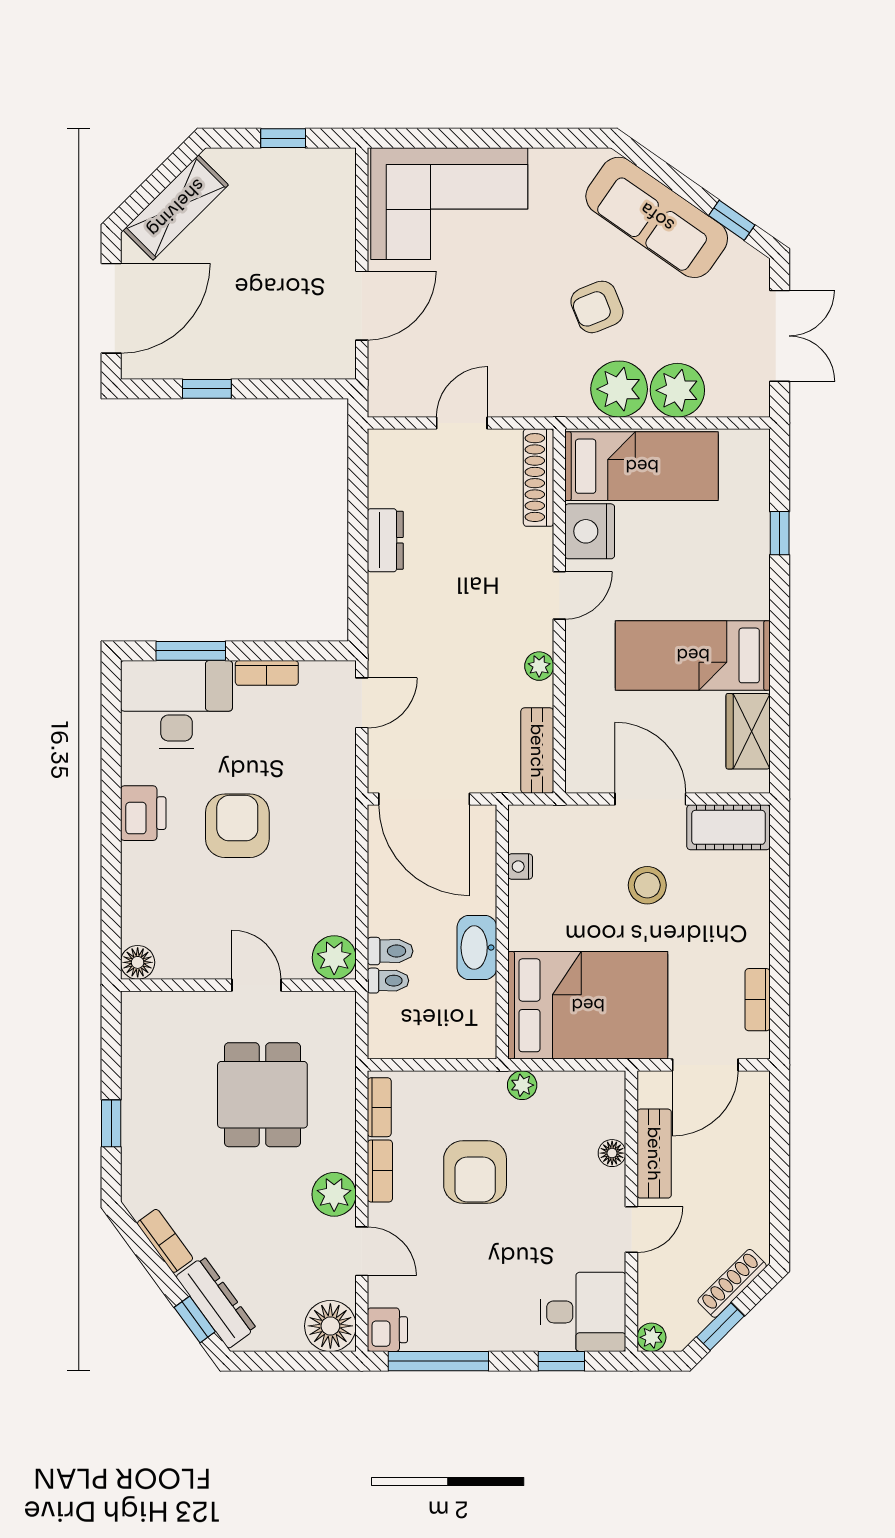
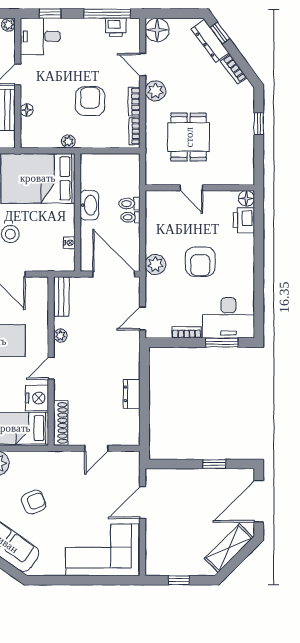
plant: (619, 389) -> (23, 464), removed
printer: (143, 813) -> (244, 220), moved
plant: (334, 958) -> (155, 264), moved
toilet: (388, 981) -> (130, 217), moved
printer: (387, 1330) -> (116, 27), moved, turned -90

